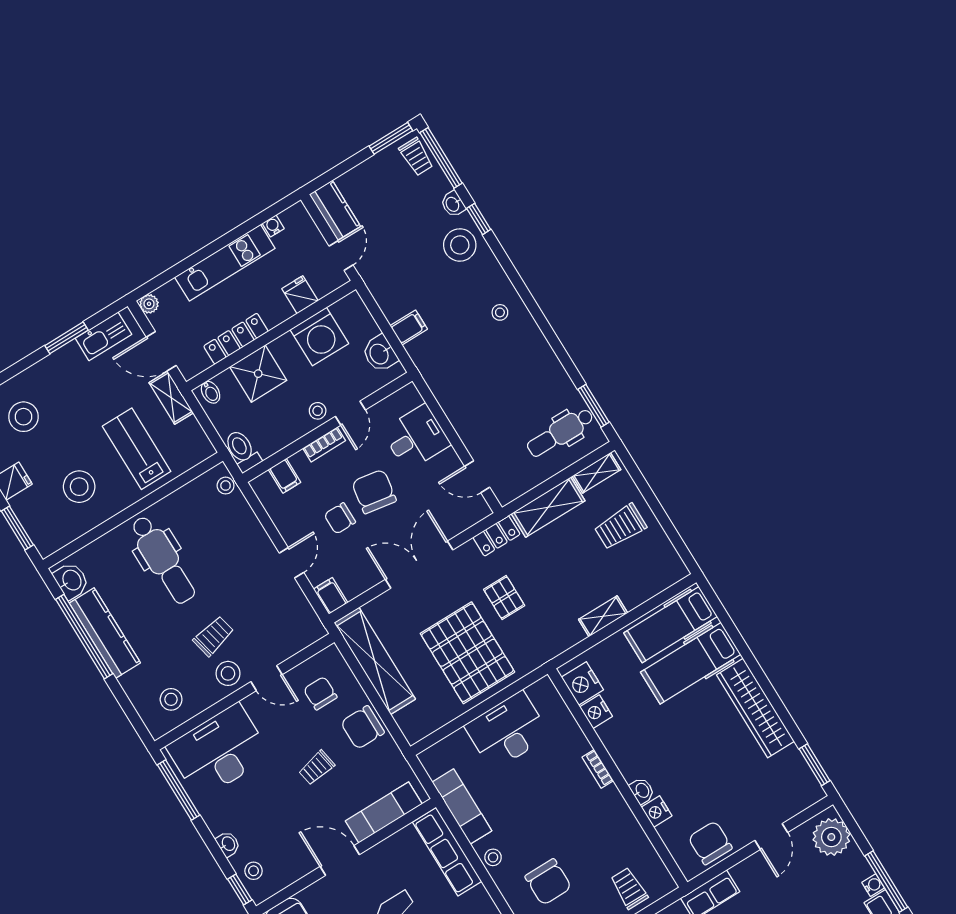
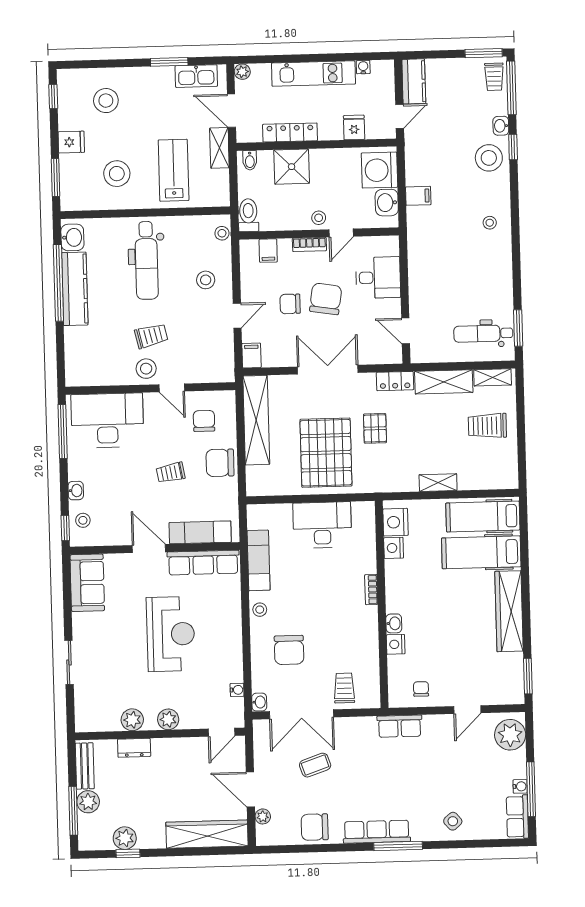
washing machine: (319, 337) -> (379, 170), moved, turned 90
stool: (171, 699) -> (206, 280), moved
chair: (710, 843) -> (421, 689), width x0.54, depth x0.54
row of seats: (447, 852) -> (203, 563), moved, turned -90

